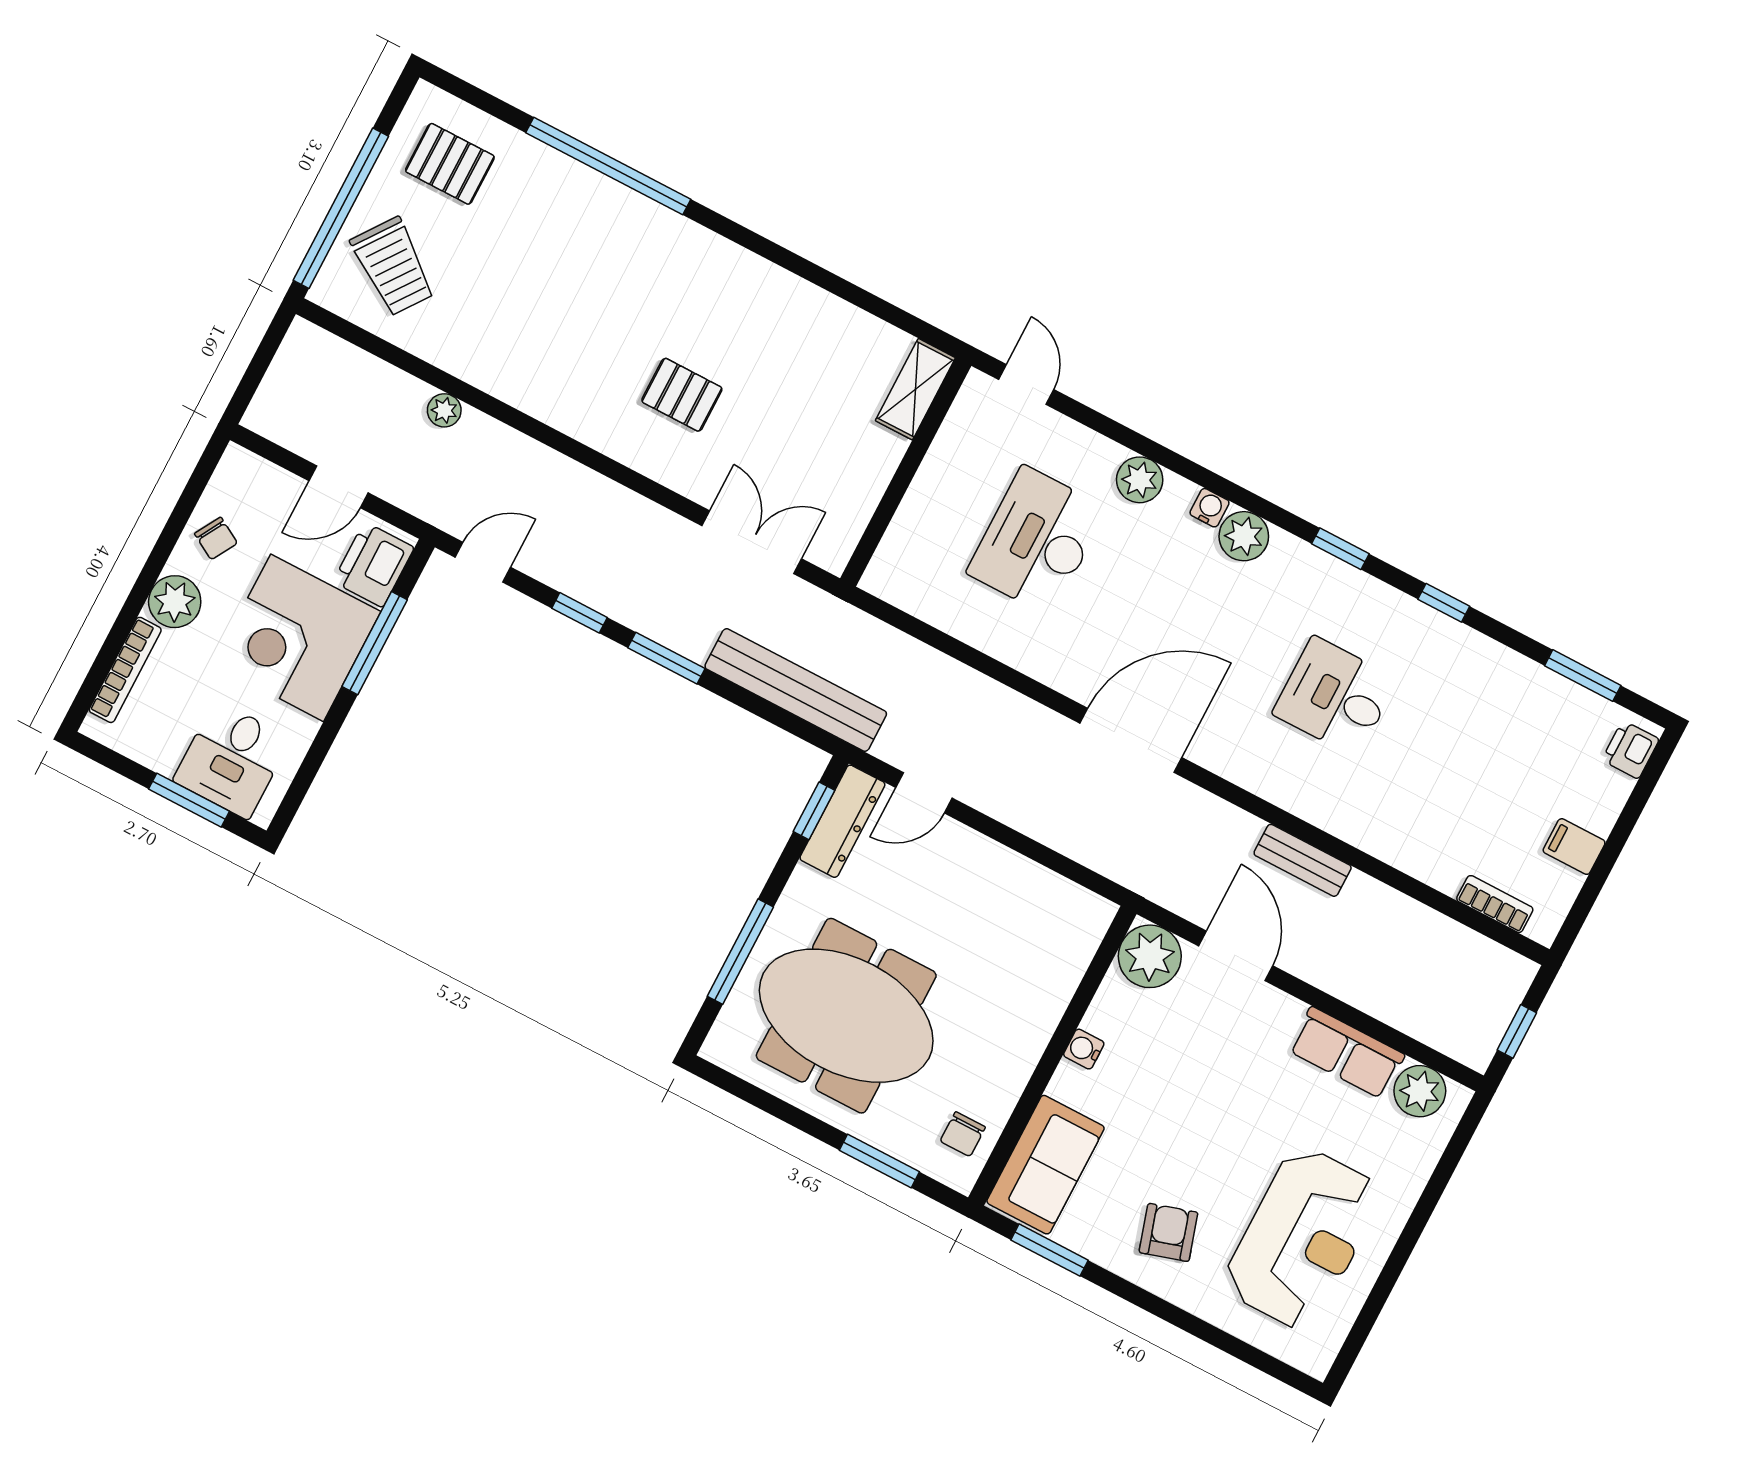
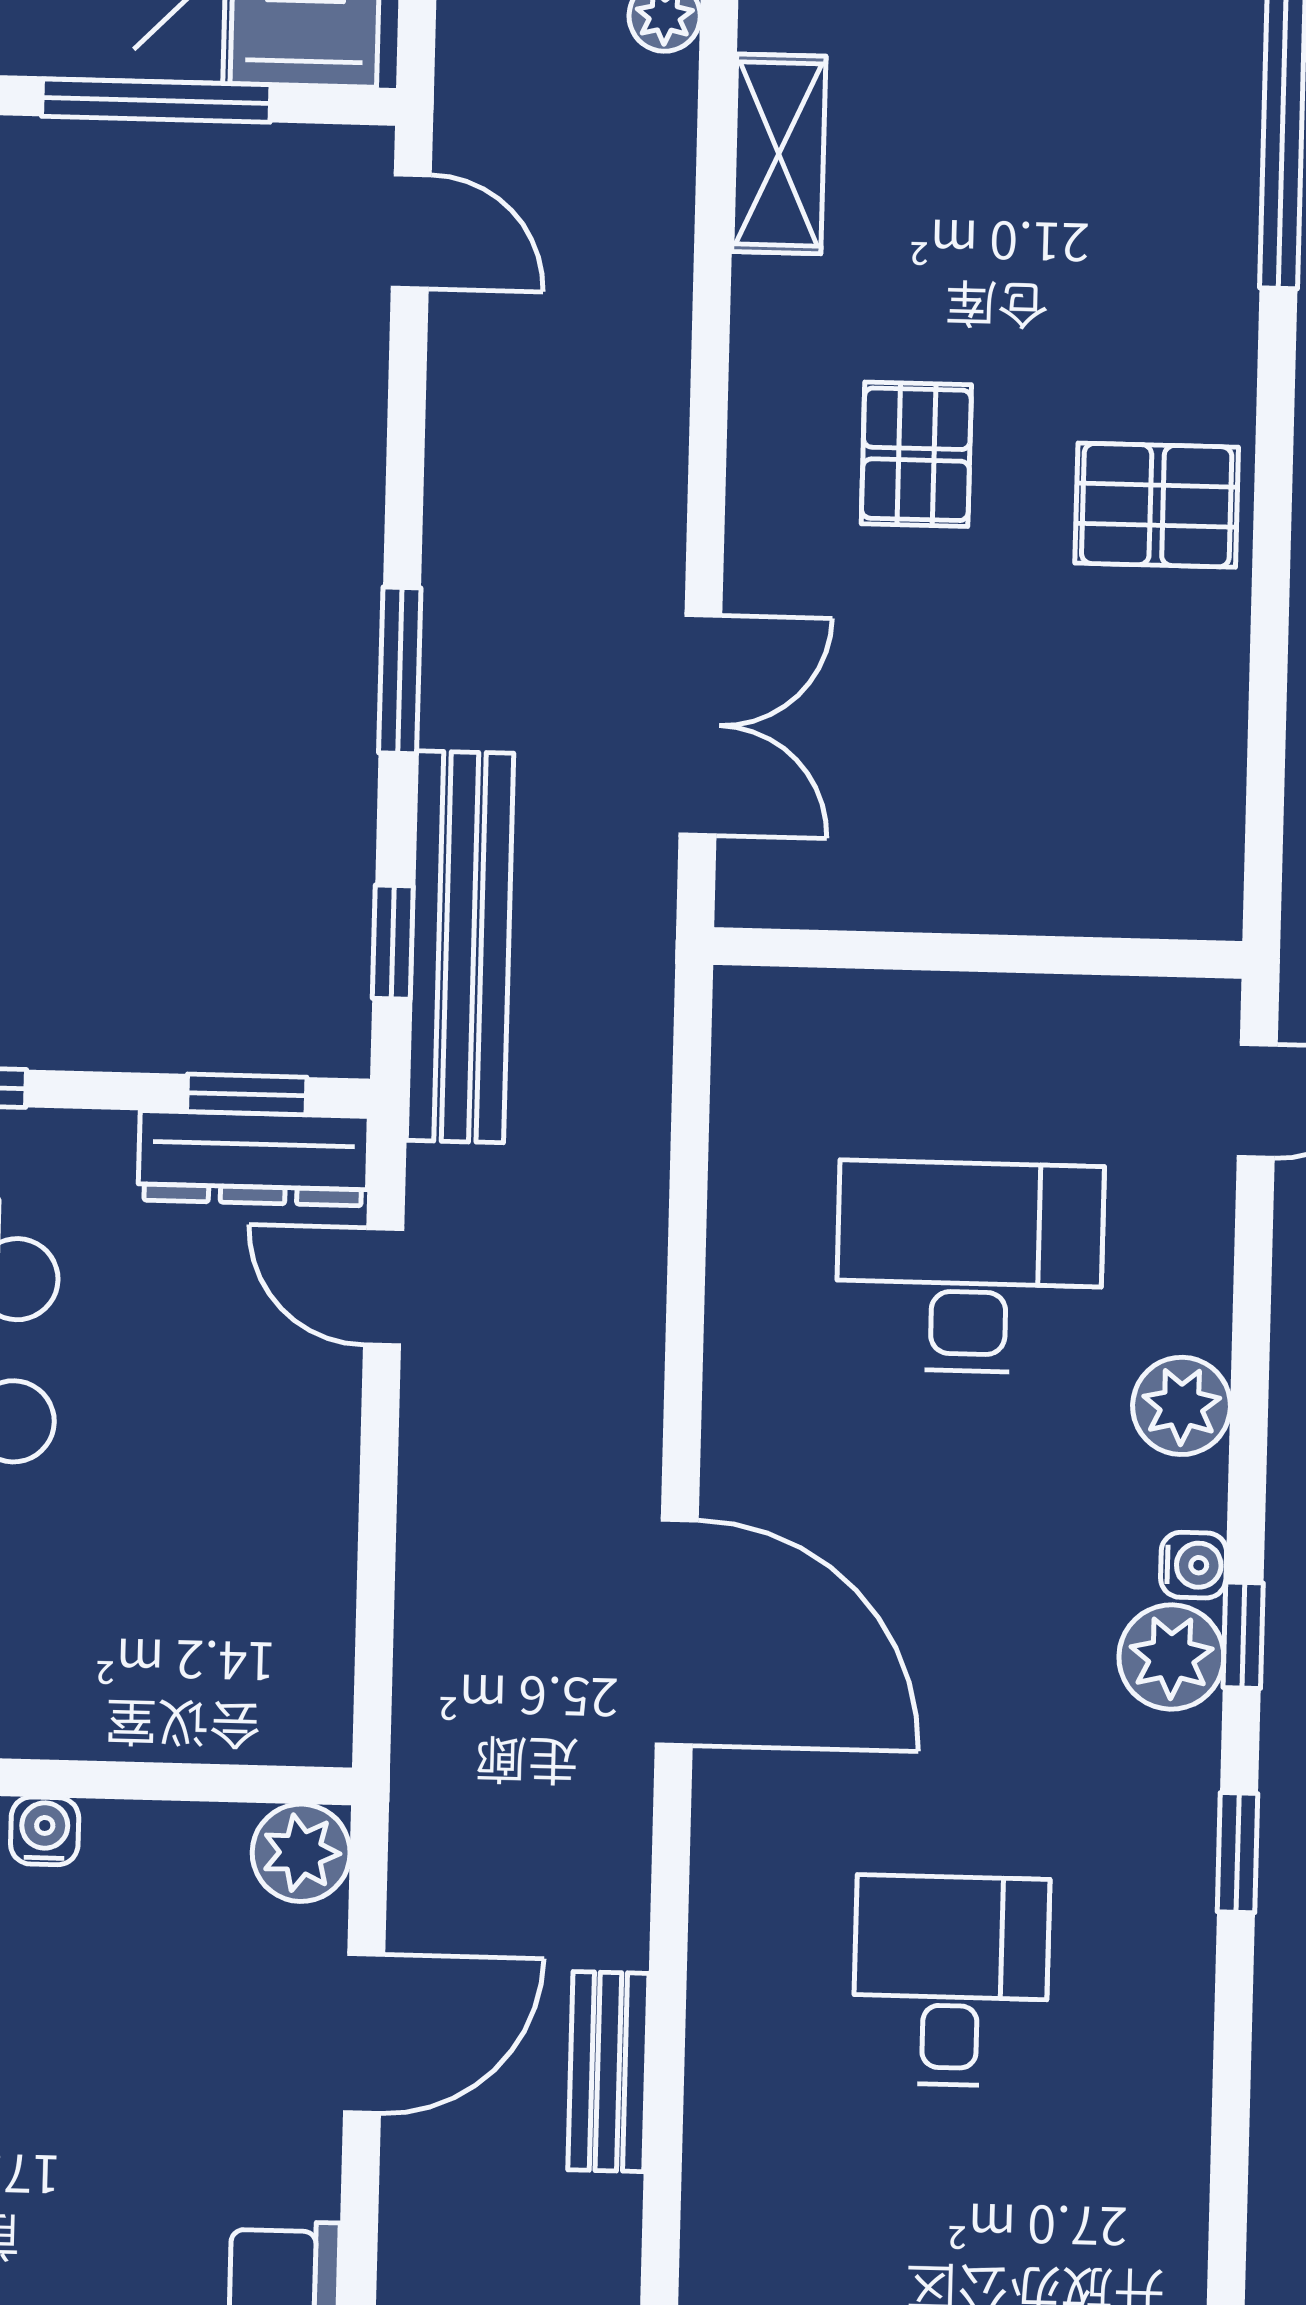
pallet: (753, 304) -> (1157, 505), added
shelving: (915, 389) -> (779, 154), moved, turned 90
window: (1444, 603) -> (1243, 1635), moved
window: (580, 613) -> (393, 942), moved
plant: (1150, 956) -> (301, 1853), width x0.73, depth x0.73

